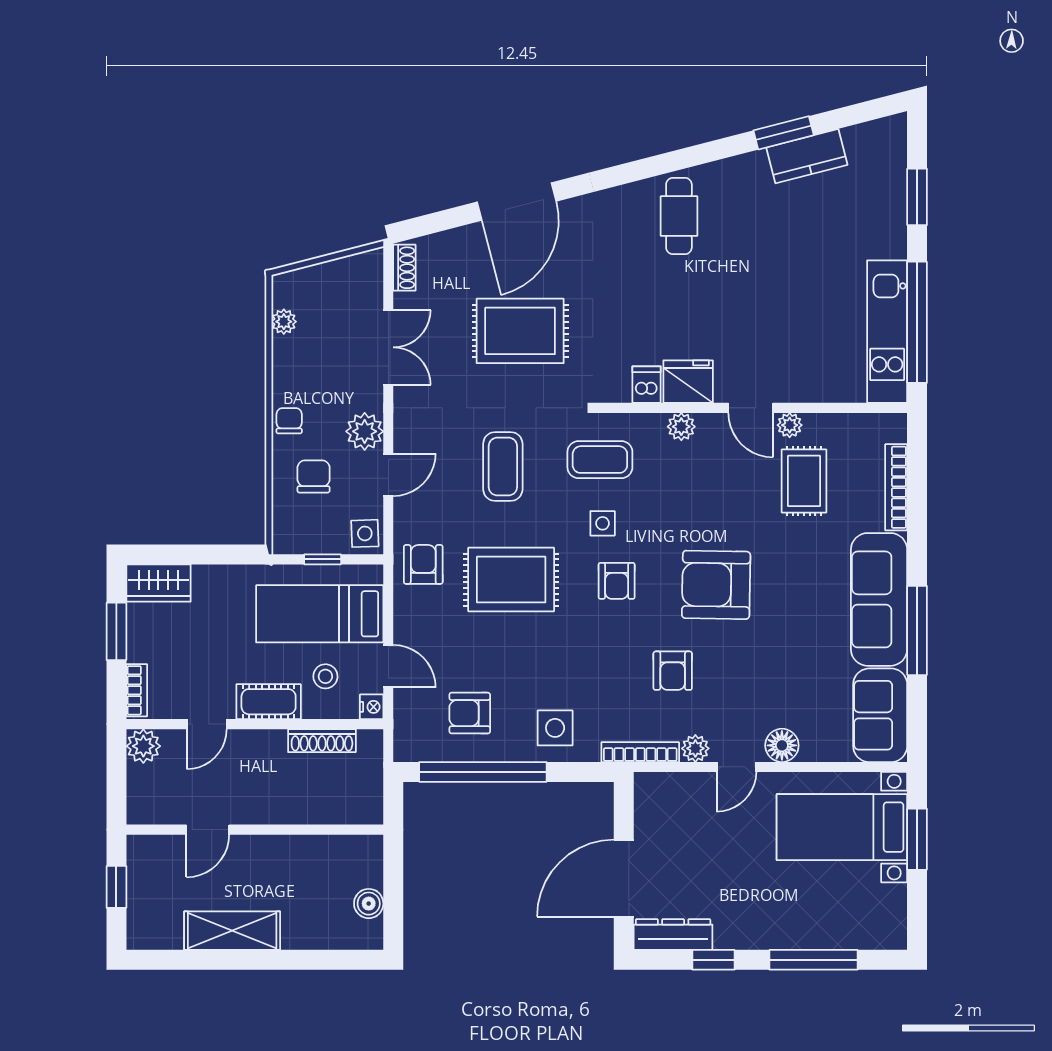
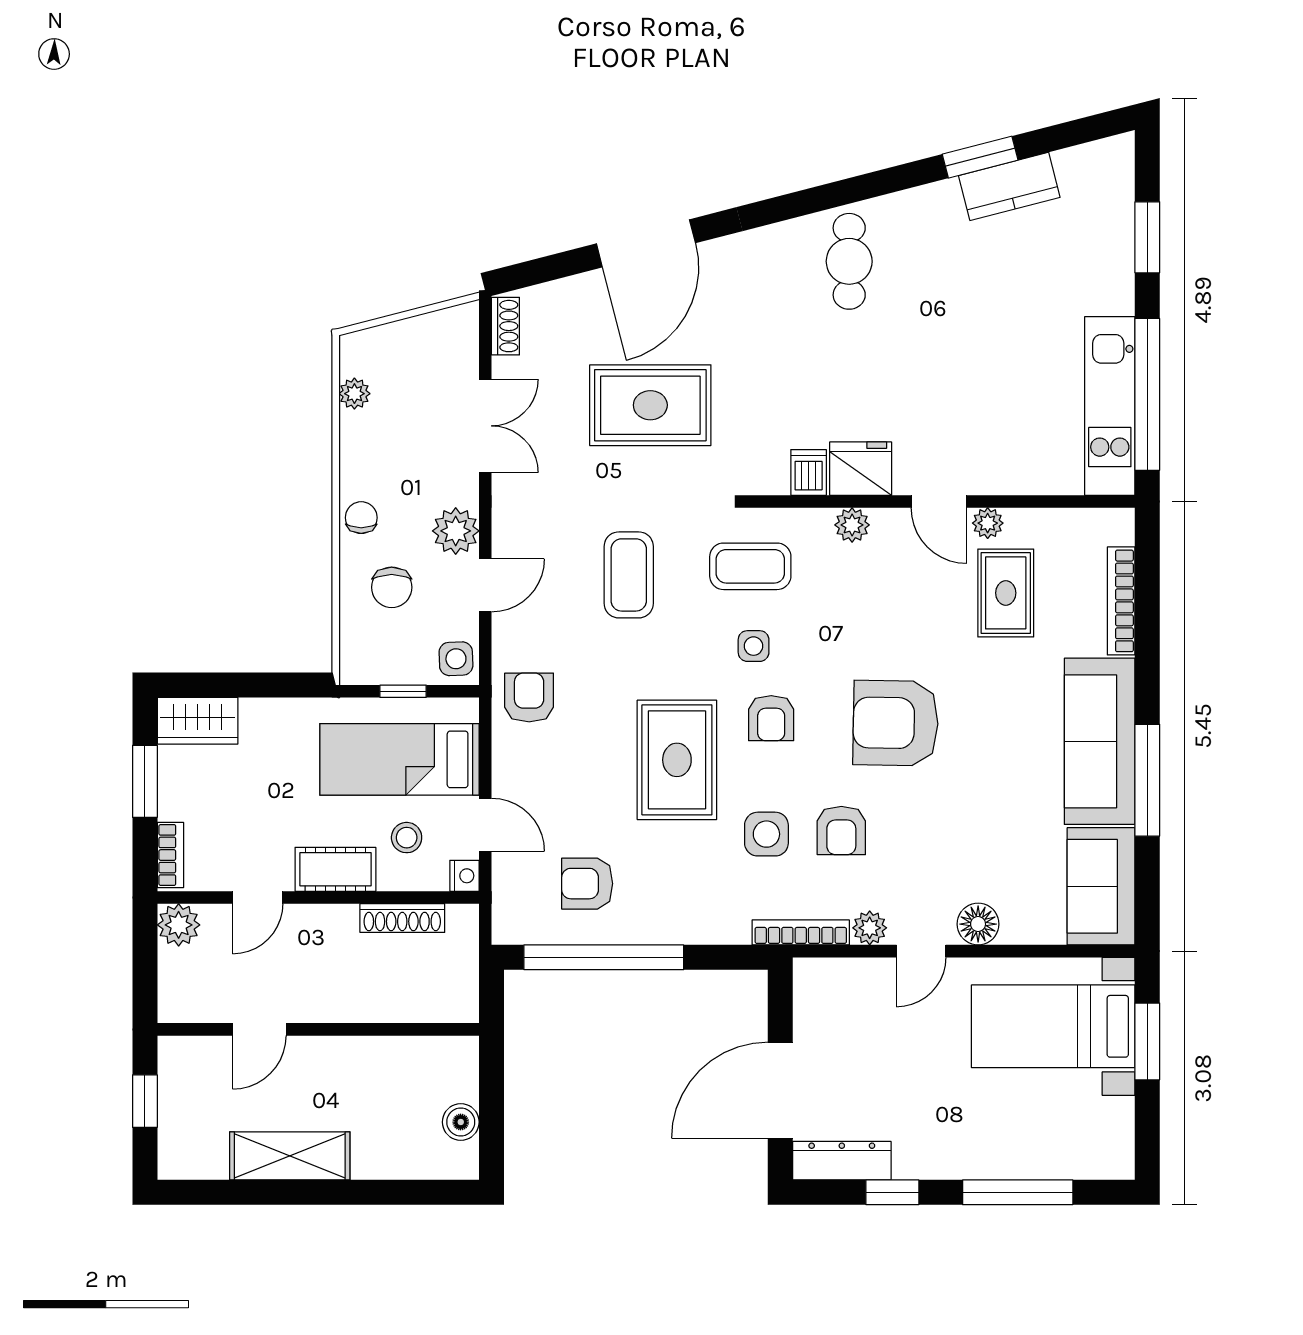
chair: (314, 476) -> (392, 587), turned 180
rug: (511, 580) -> (677, 760), moved, turned 90
side table: (555, 728) -> (766, 834), moved

